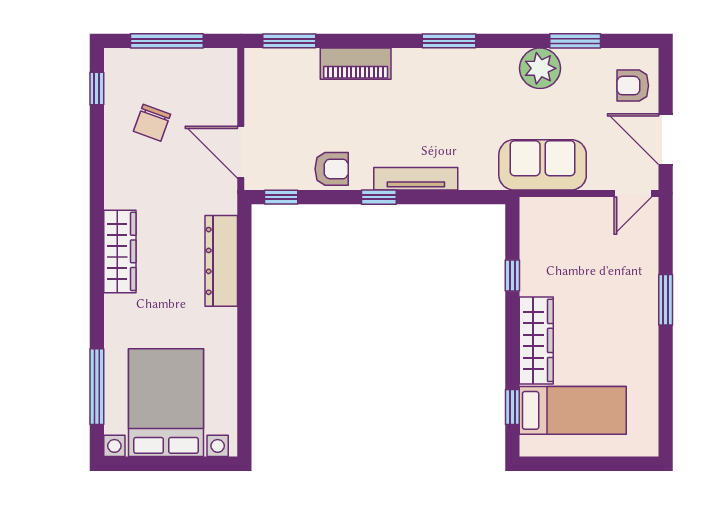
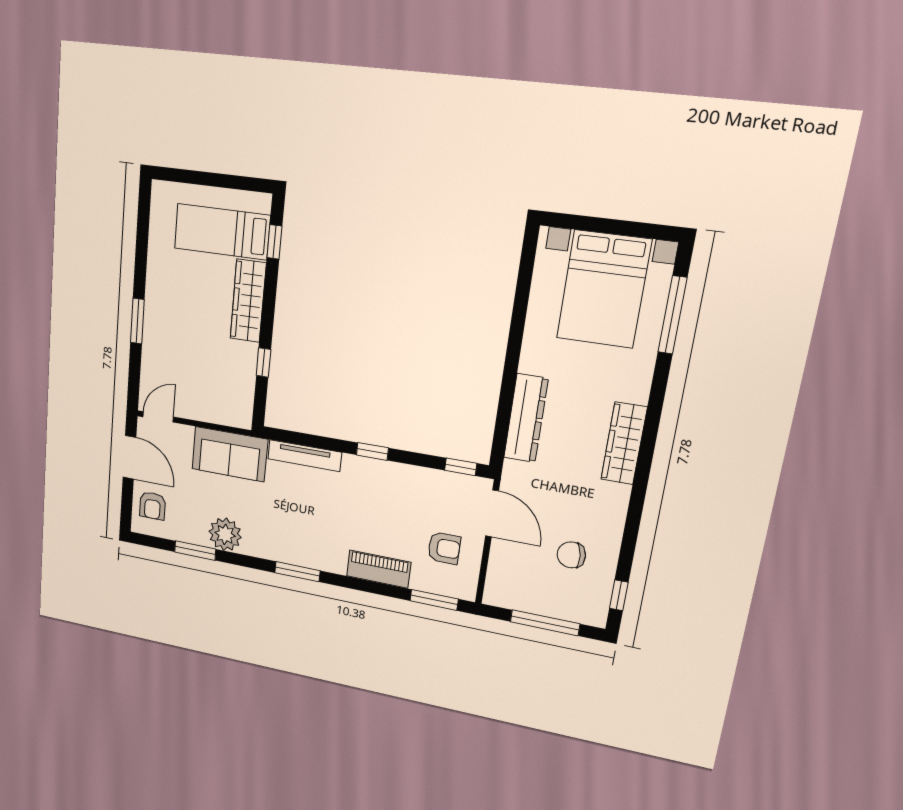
armchair: (633, 86) -> (152, 506), turned 90
chair: (152, 123) -> (571, 555), turned -117
armchair: (332, 169) -> (444, 548), moved, turned 180
tv unit: (416, 179) -> (305, 456), moved

